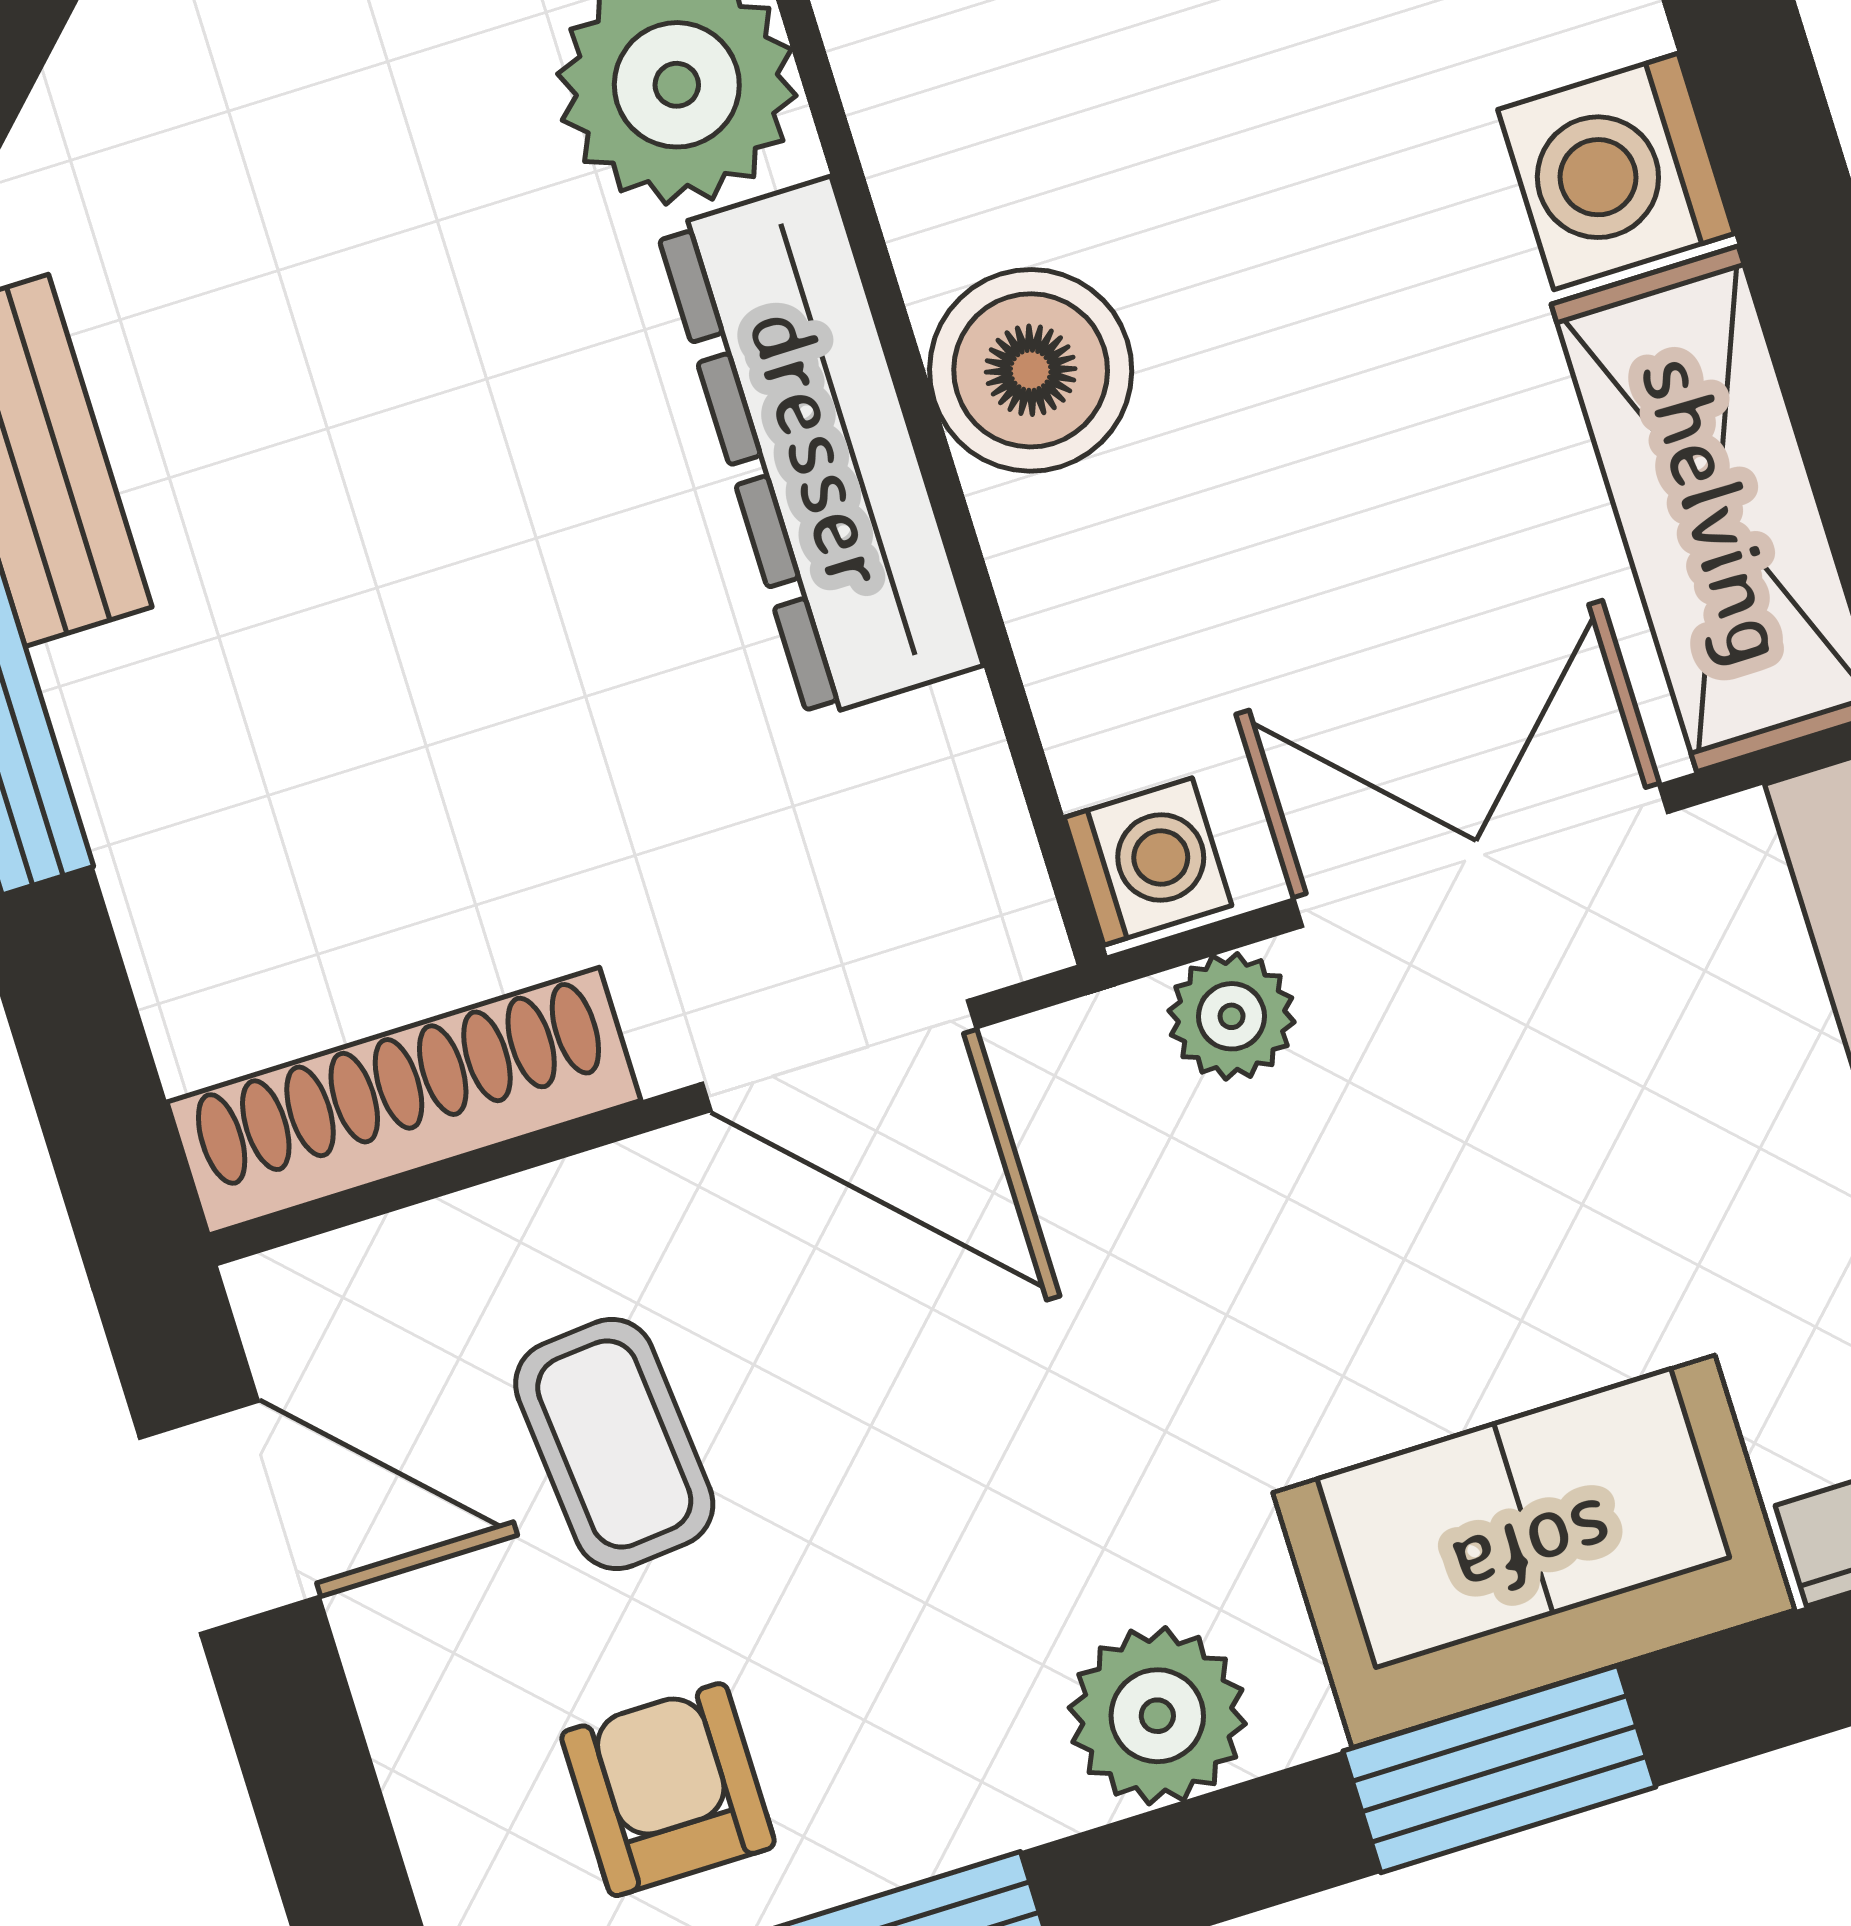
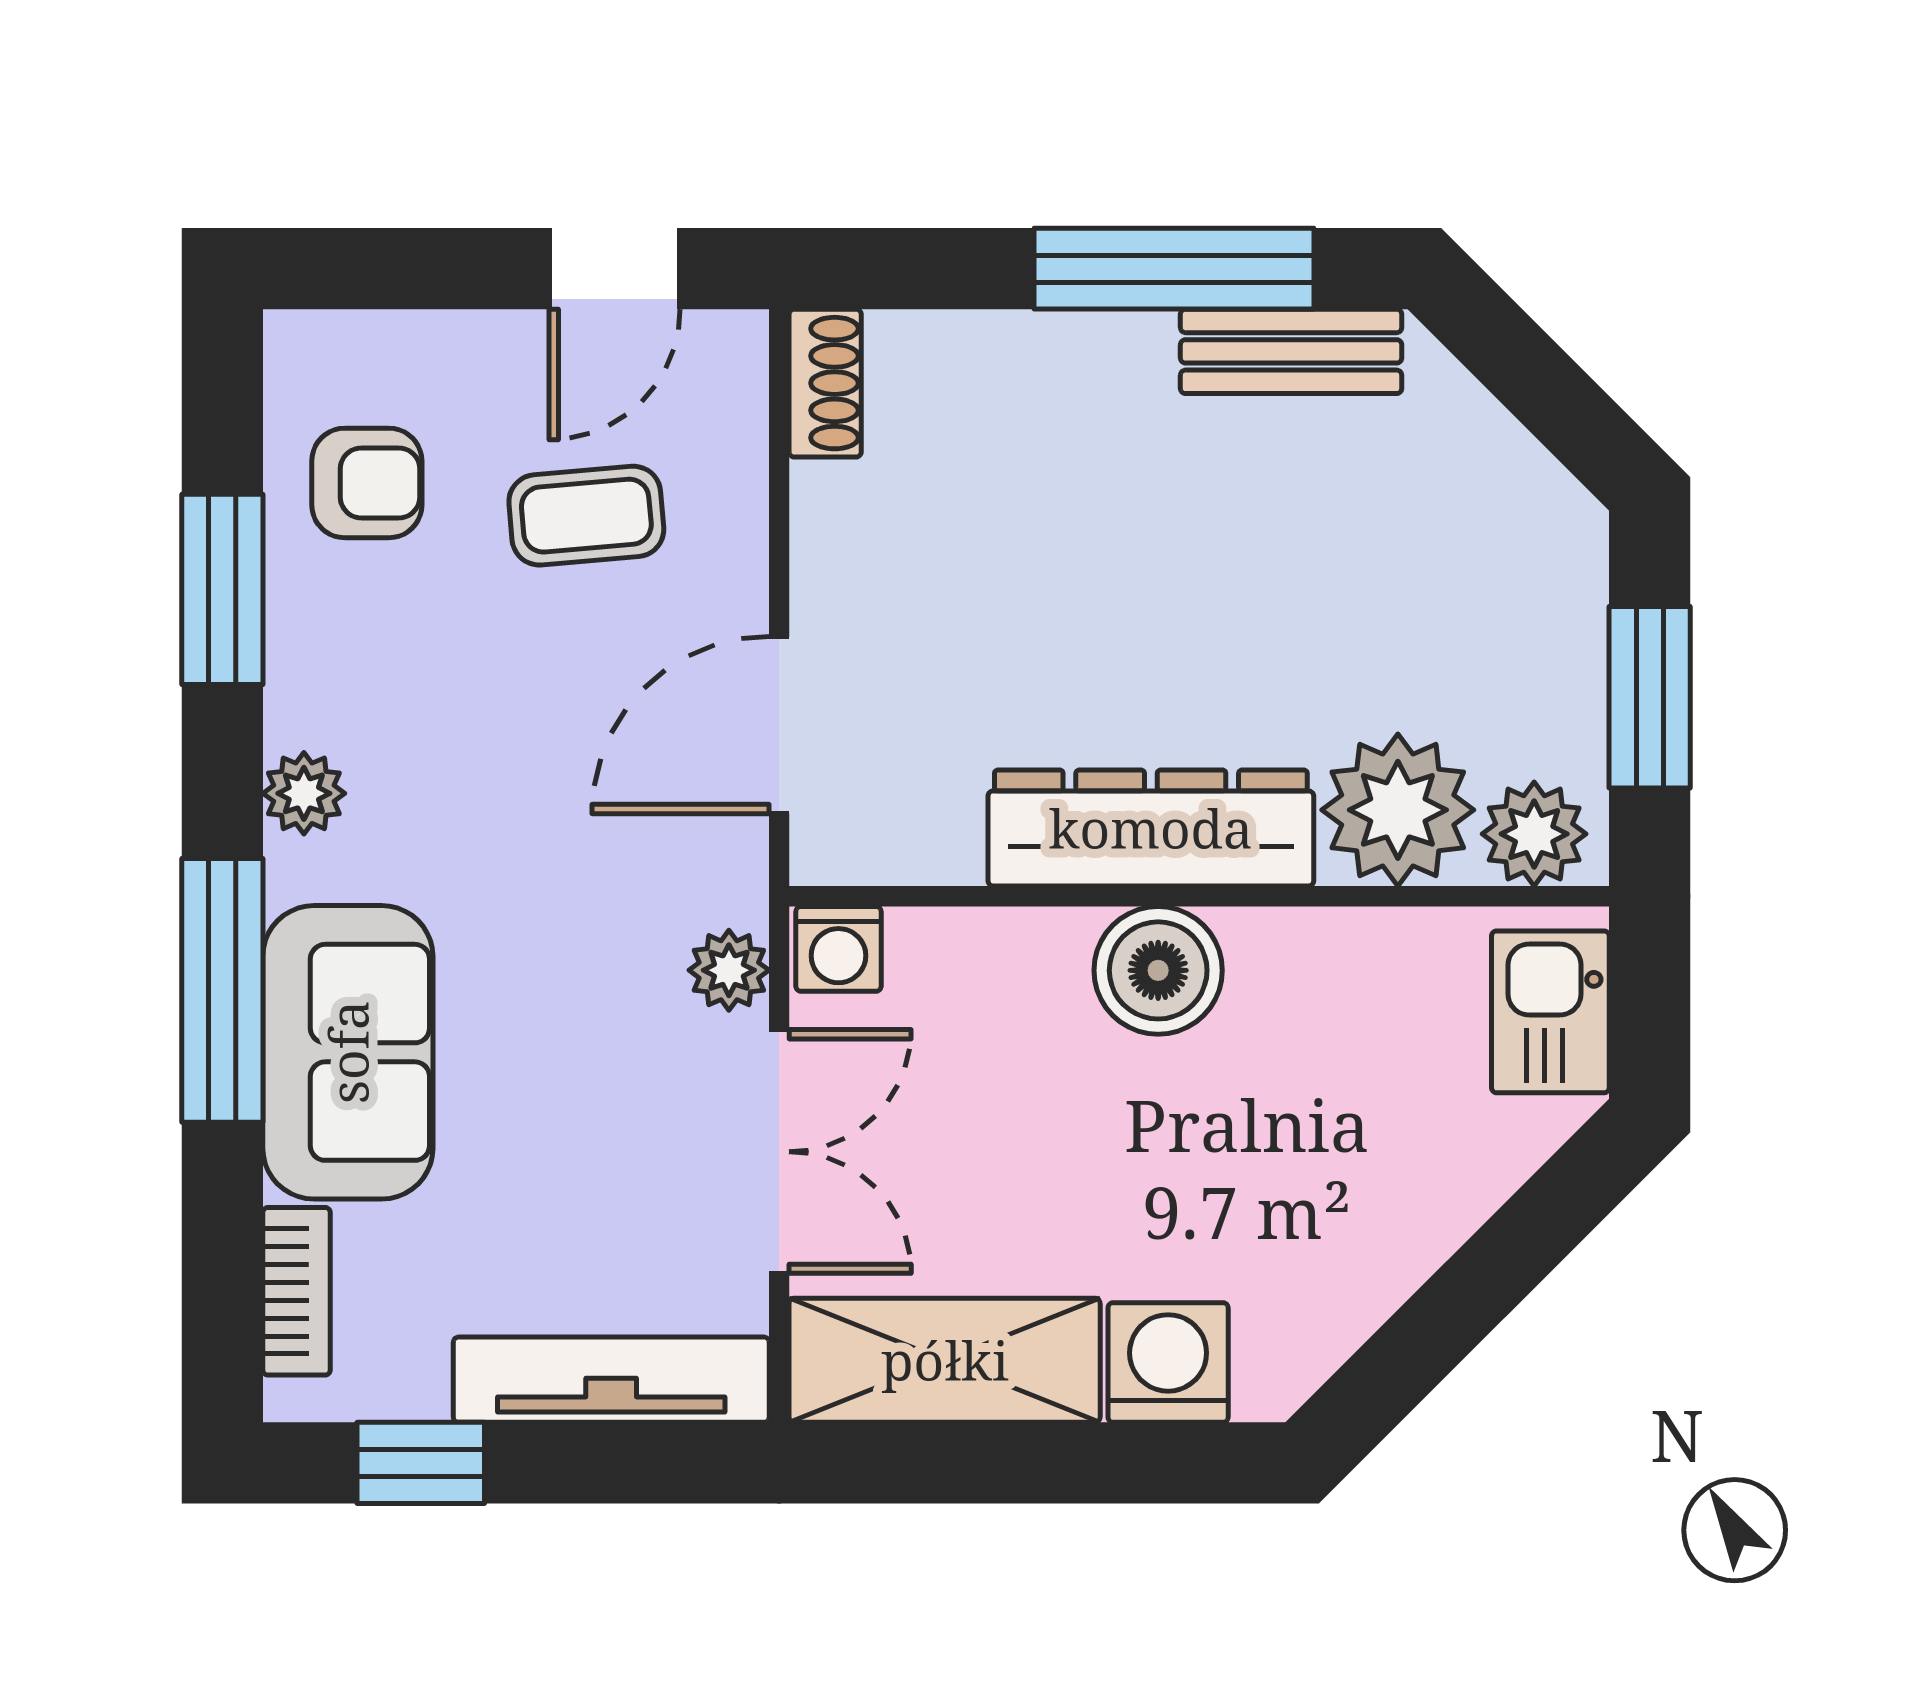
shoe rack: (404, 1101) -> (825, 383), width x0.51, depth x0.81
plant: (1157, 1716) -> (304, 793), width x0.73, depth x0.73
window: (1499, 1769) -> (222, 990), width x1.44

